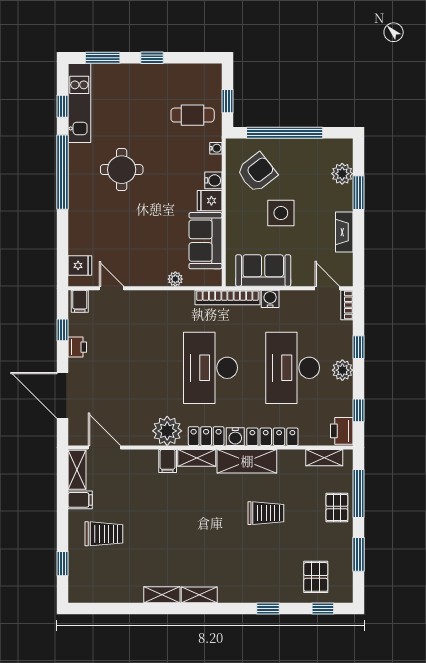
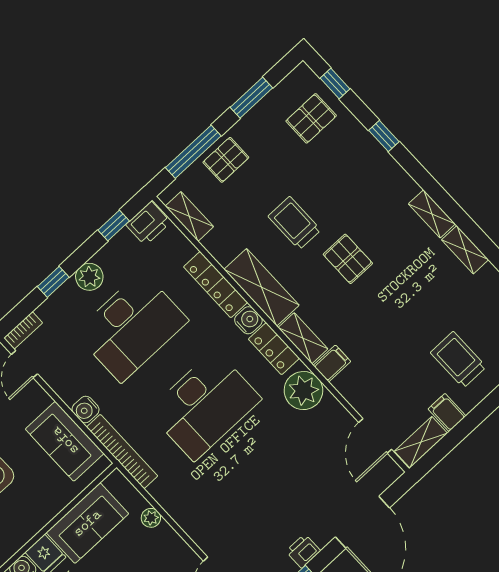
pallet: (218, 524) -> (348, 259), added

